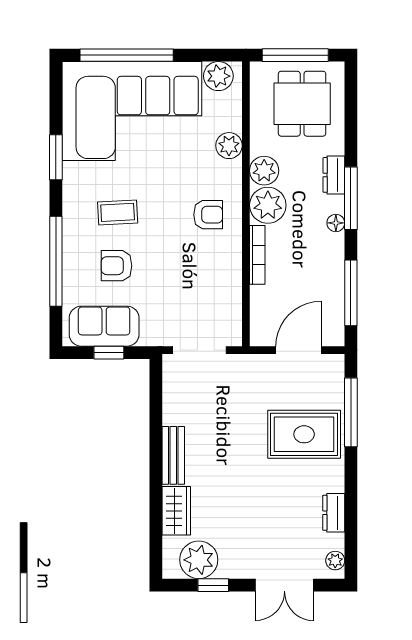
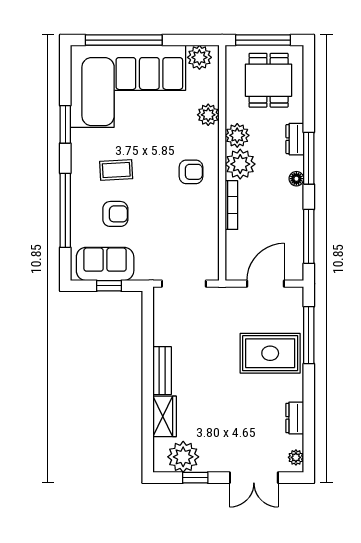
armchair: (117, 266) -> (115, 214), turned 180

